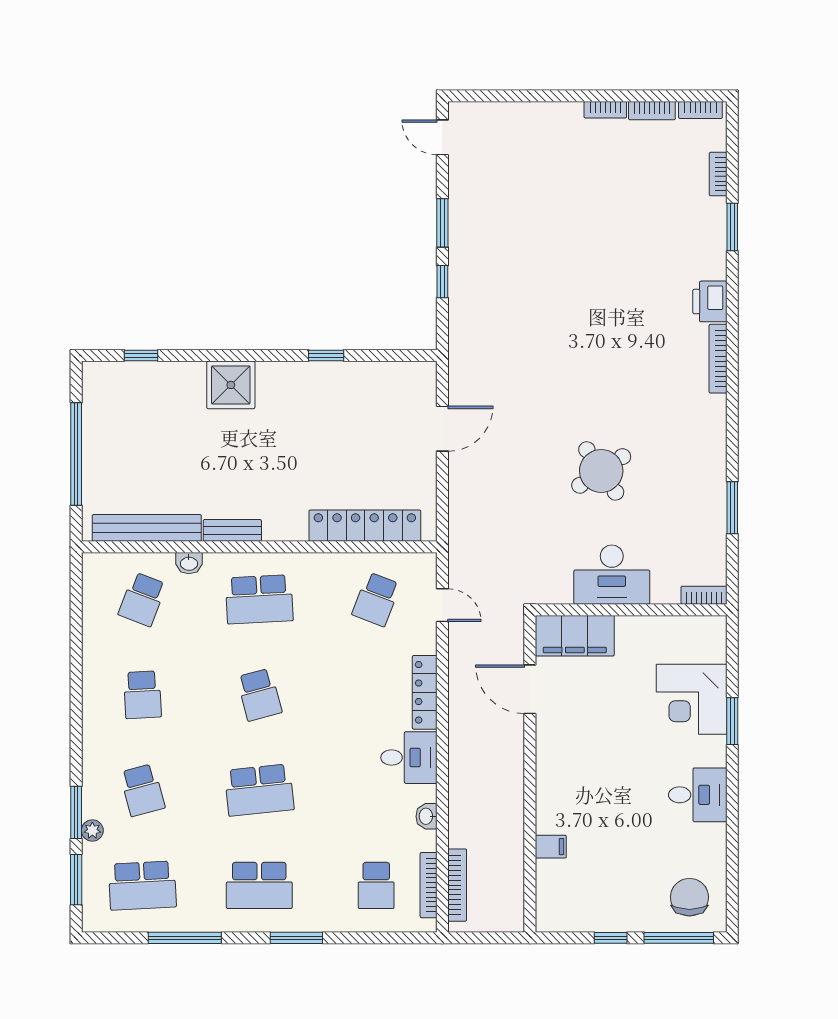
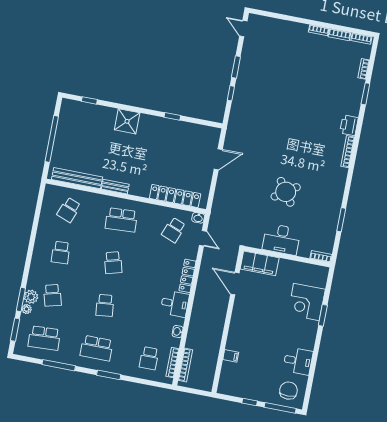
washbasin: (189, 563) -> (198, 218), moved
school desk: (259, 790) -> (105, 305), width x0.54
desk: (698, 795) -> (298, 361), moved
plant: (97, 802) -> (31, 297), added

